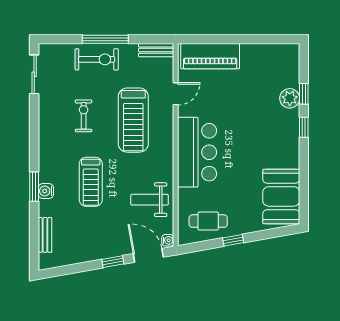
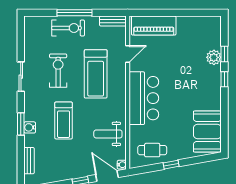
sliding door: (34, 74) -> (21, 77), moved
exercise bike: (84, 116) -> (58, 71), width x1.38, depth x1.39

